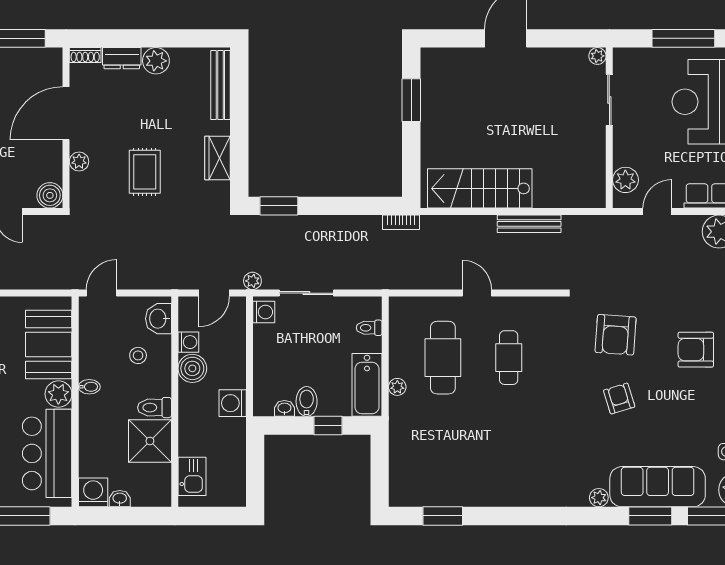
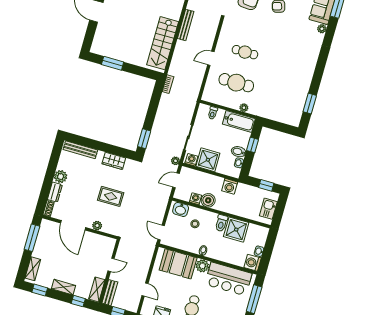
boiler: (50, 195) -> (109, 244), removed
door: (214, 293) -> (176, 180), swing flipped
shower: (273, 345) -> (208, 160), added
kitchen sink: (192, 476) -> (268, 209), moved, turned -90
window: (255, 476) -> (266, 185), added

